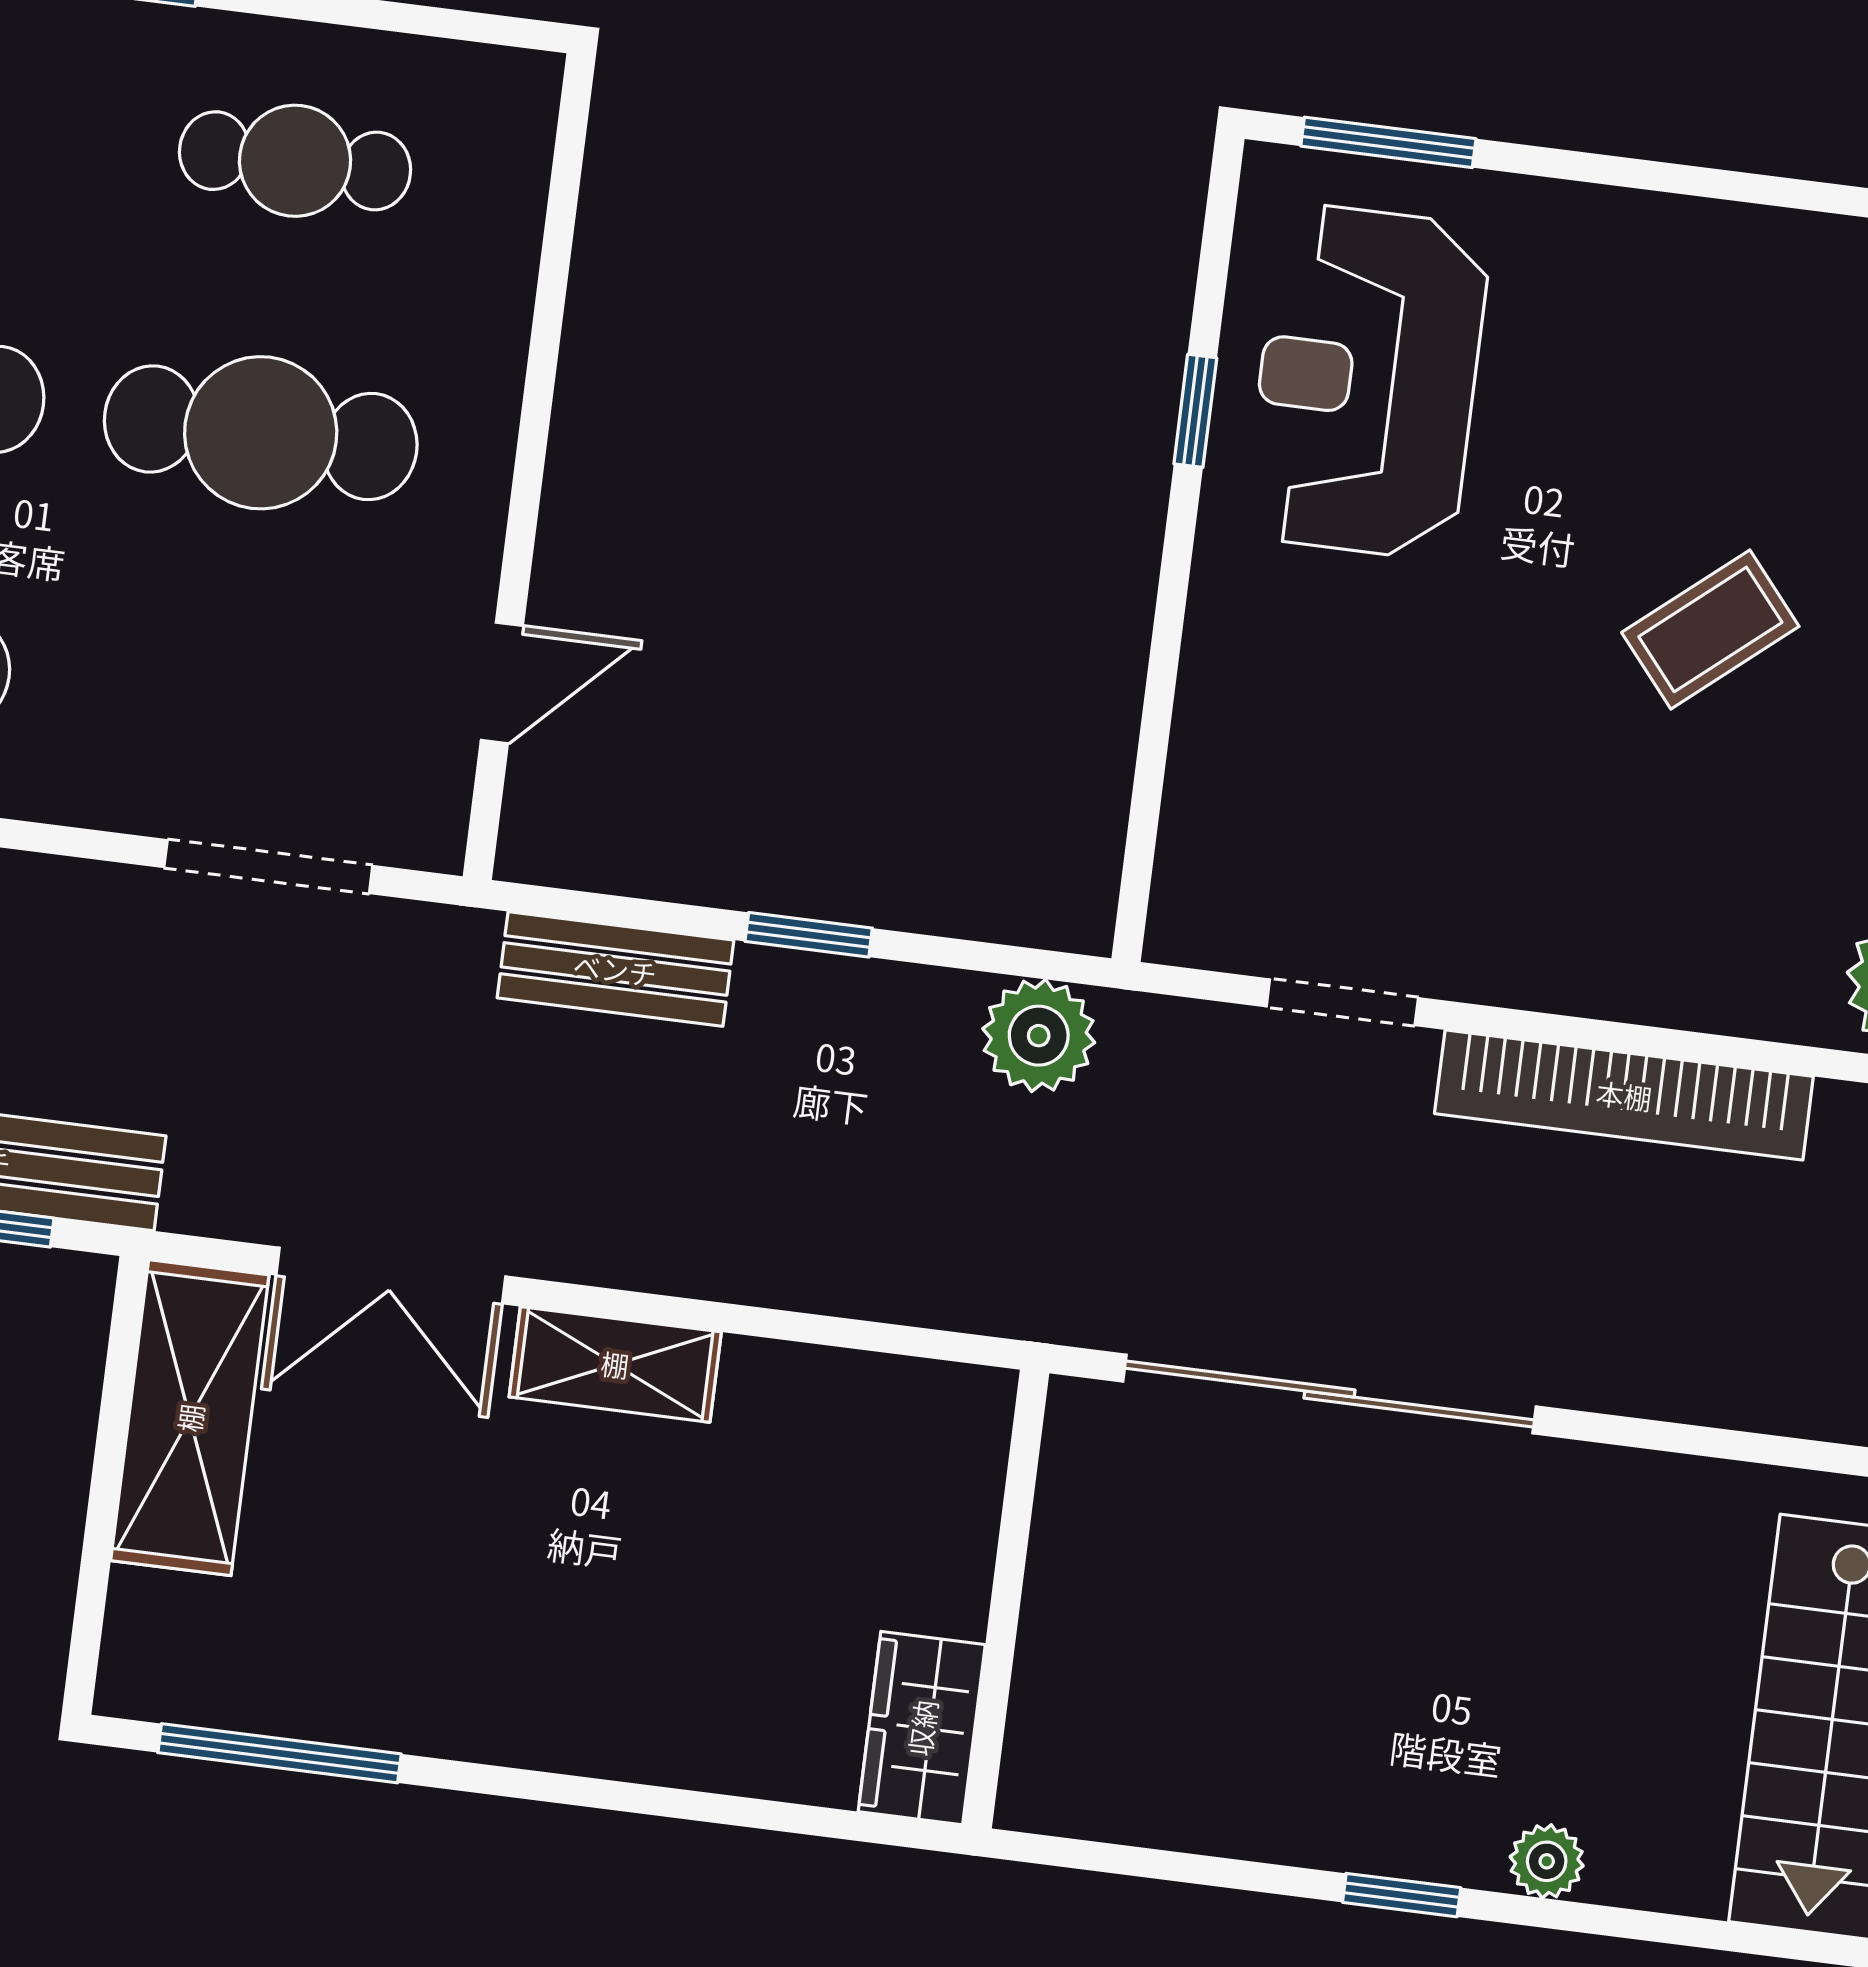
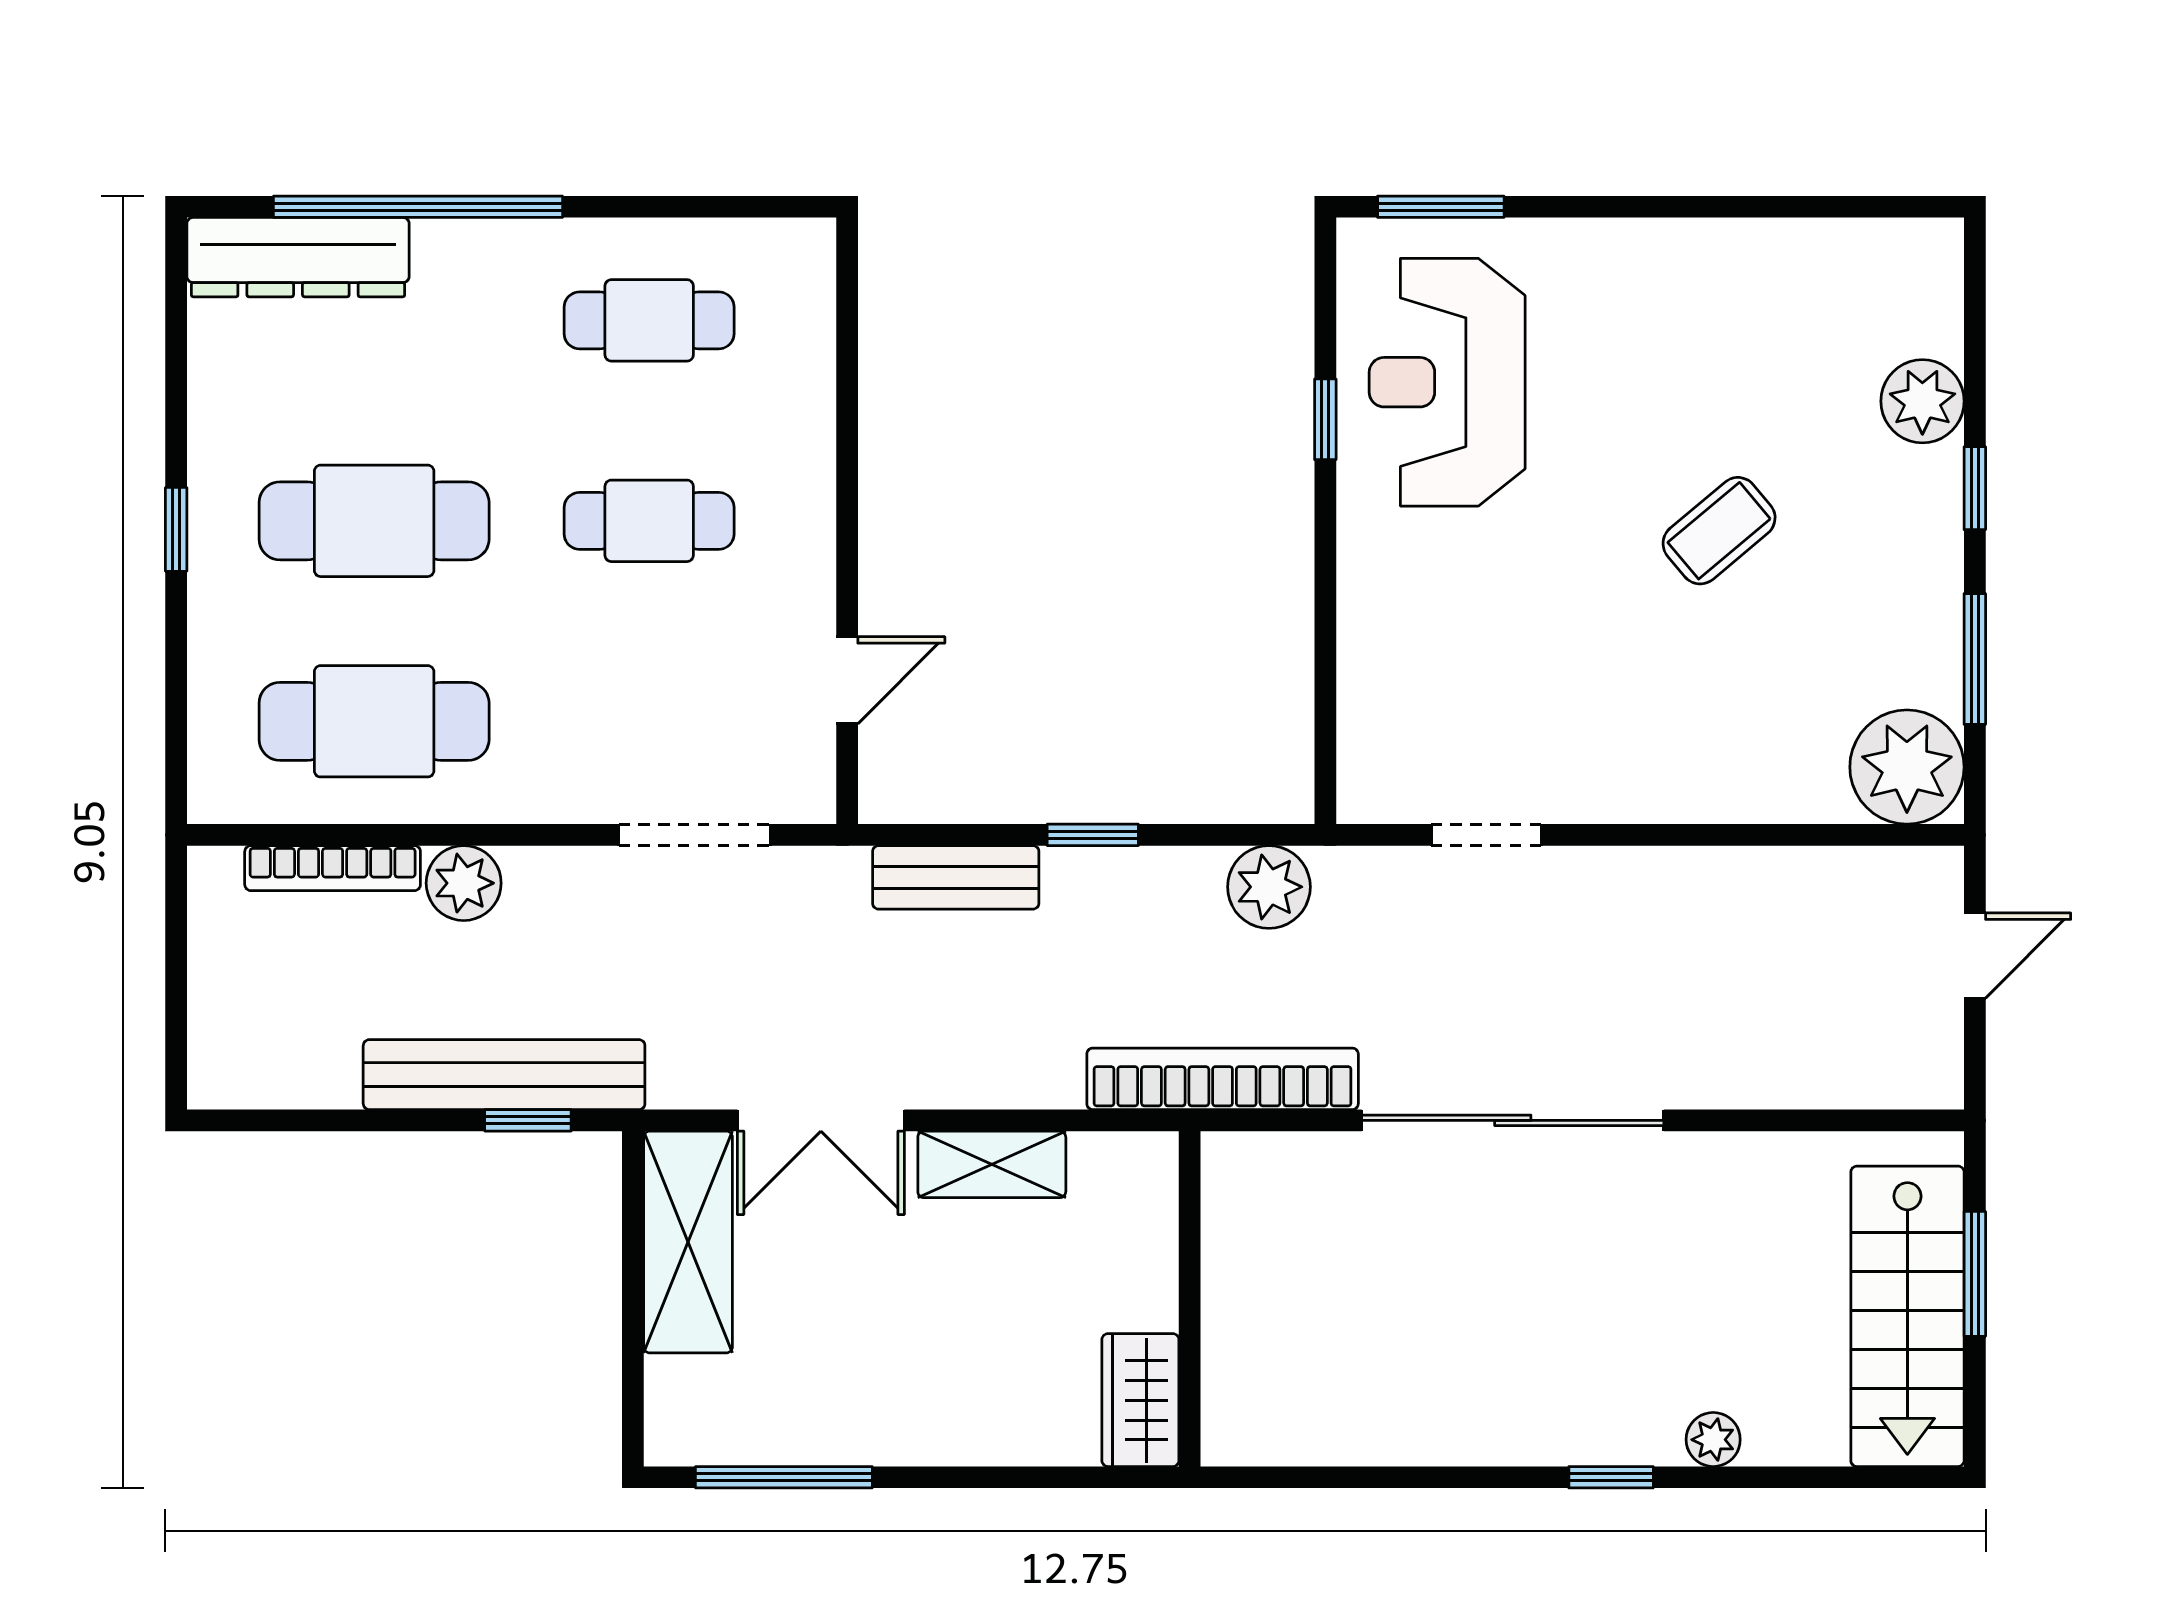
cafe table: (261, 433) -> (649, 521), width x0.73, depth x0.74
bookcase: (1624, 1095) -> (1223, 1079), moved, turned 180
wall: (1006, 1599) -> (1190, 1299), moved
wardrobe: (922, 1728) -> (1140, 1400), moved

